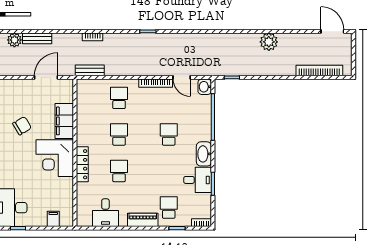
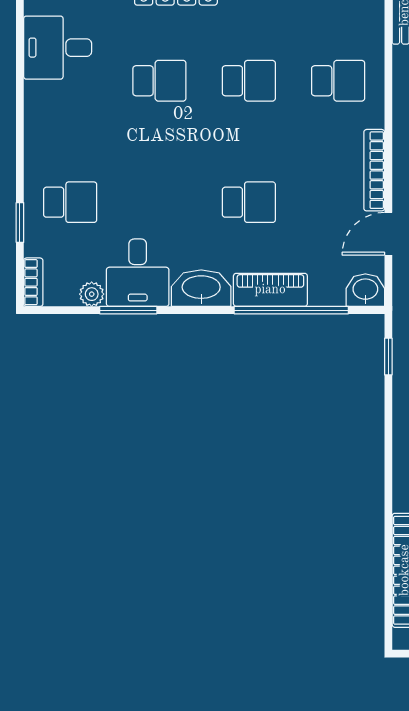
plant: (206, 199) -> (92, 294), added
piano: (143, 220) -> (270, 290), moved, turned -90

